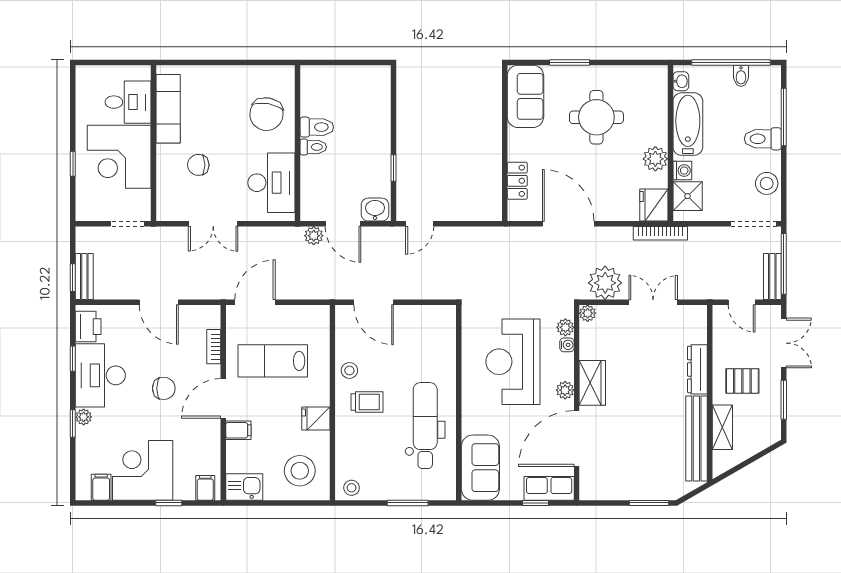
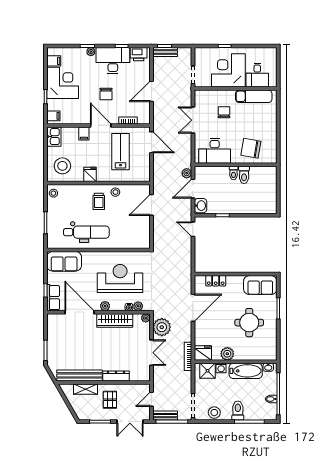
wardrobe: (592, 383) -> (115, 320), width x1.50

